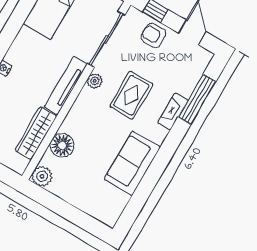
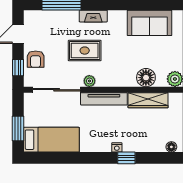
fireplace: (173, 111) -> (93, 16), moved
sofa: (132, 163) -> (150, 23), moved

